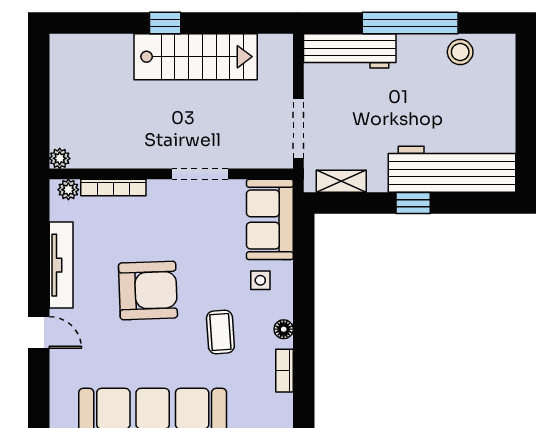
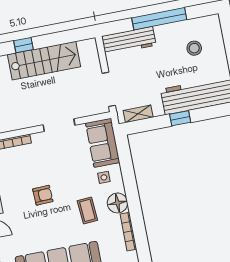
stool: (460, 52) -> (194, 48), moved
armchair: (148, 290) -> (43, 195), width x0.53, depth x0.53
floor lamp: (284, 329) -> (117, 203), width x1.89, depth x1.89
bookcase: (285, 371) -> (128, 232), width x1.56

